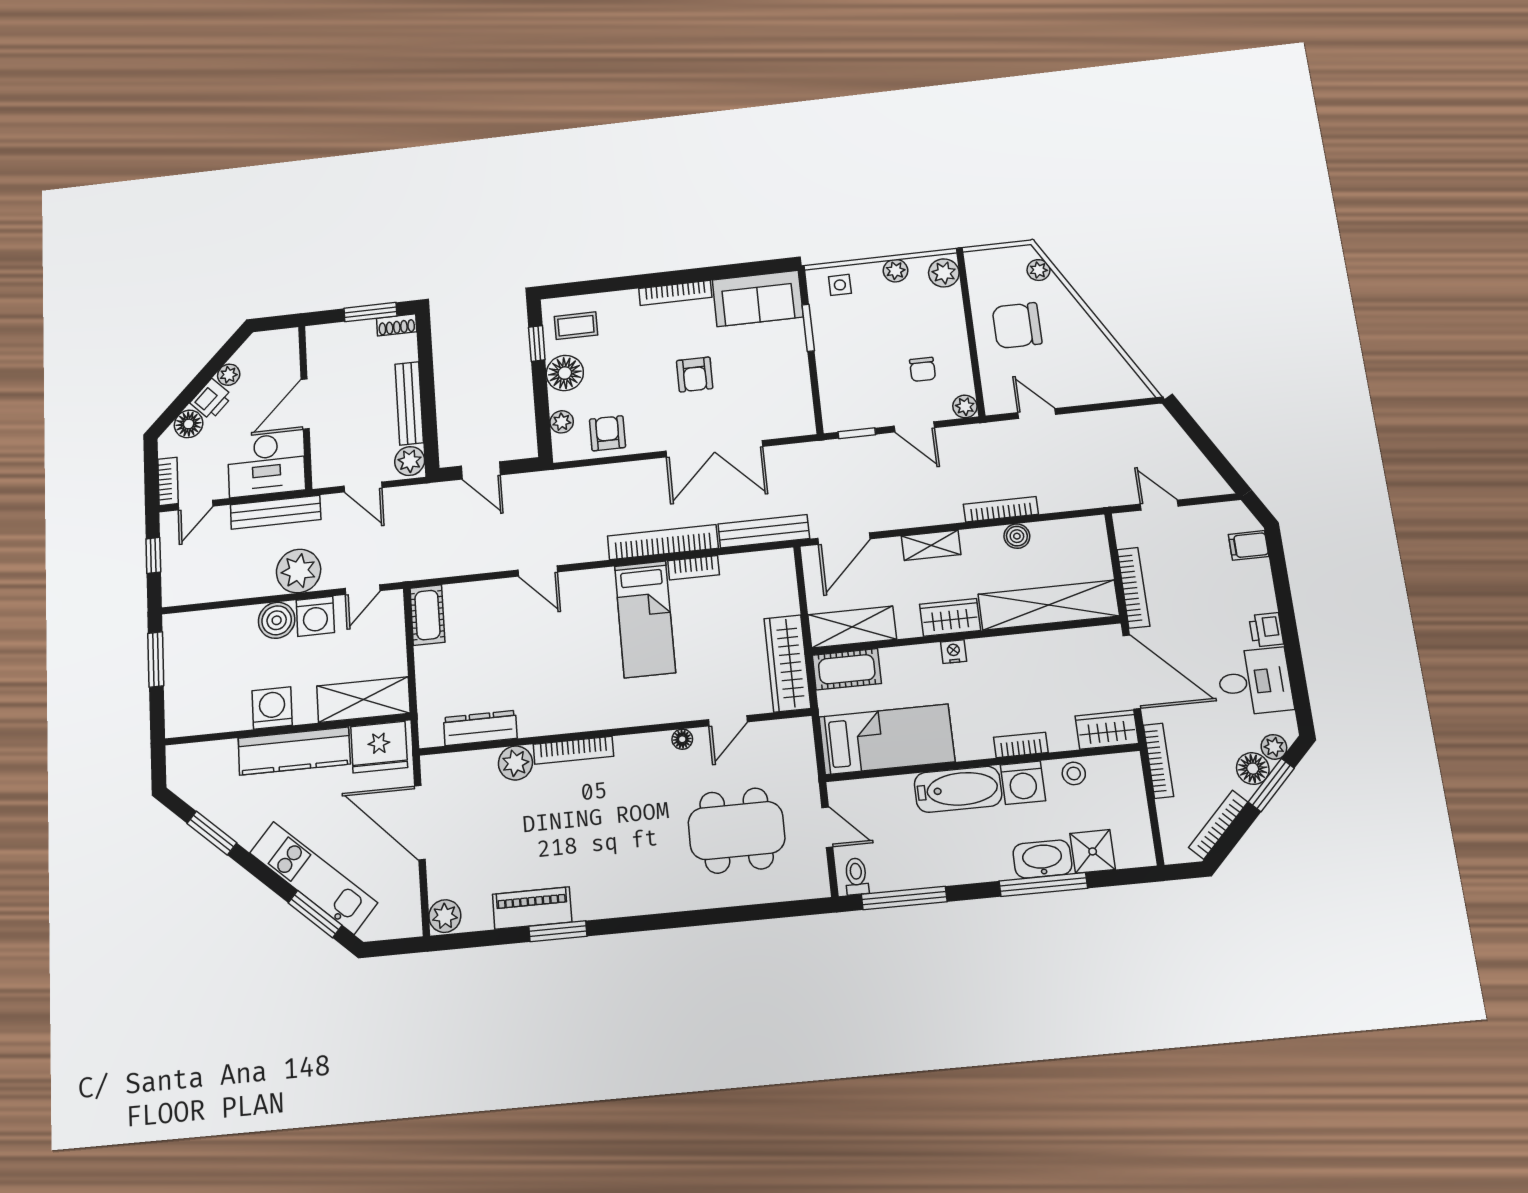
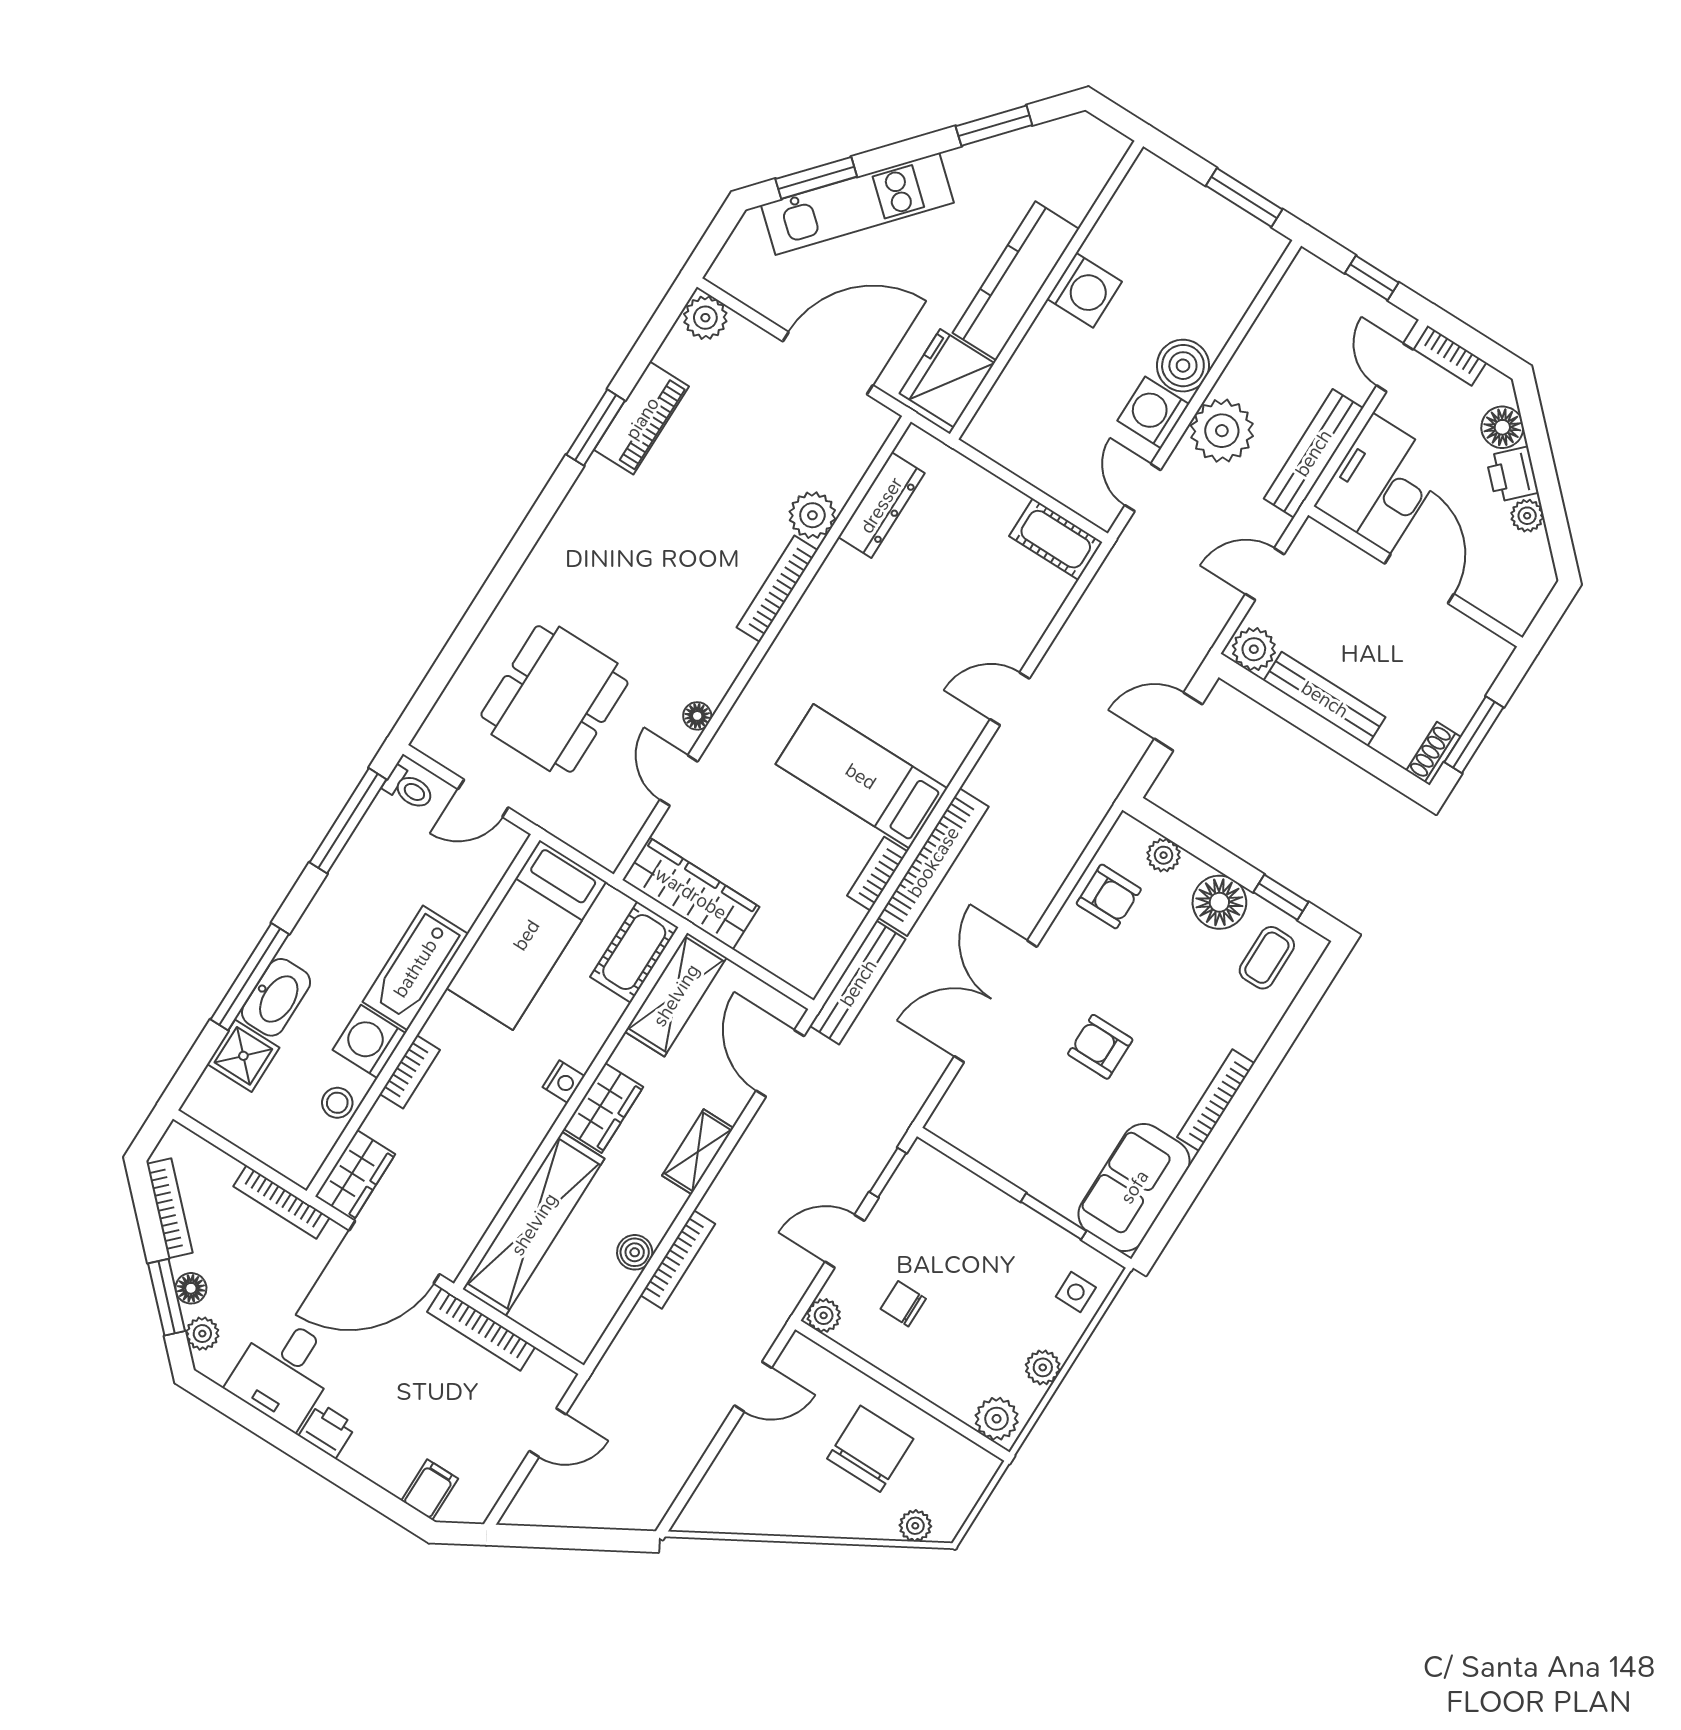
shelving: (363, 700) -> (1015, 399), removed
floor lamp: (1253, 769) -> (191, 1288), width x0.73, depth x0.73

